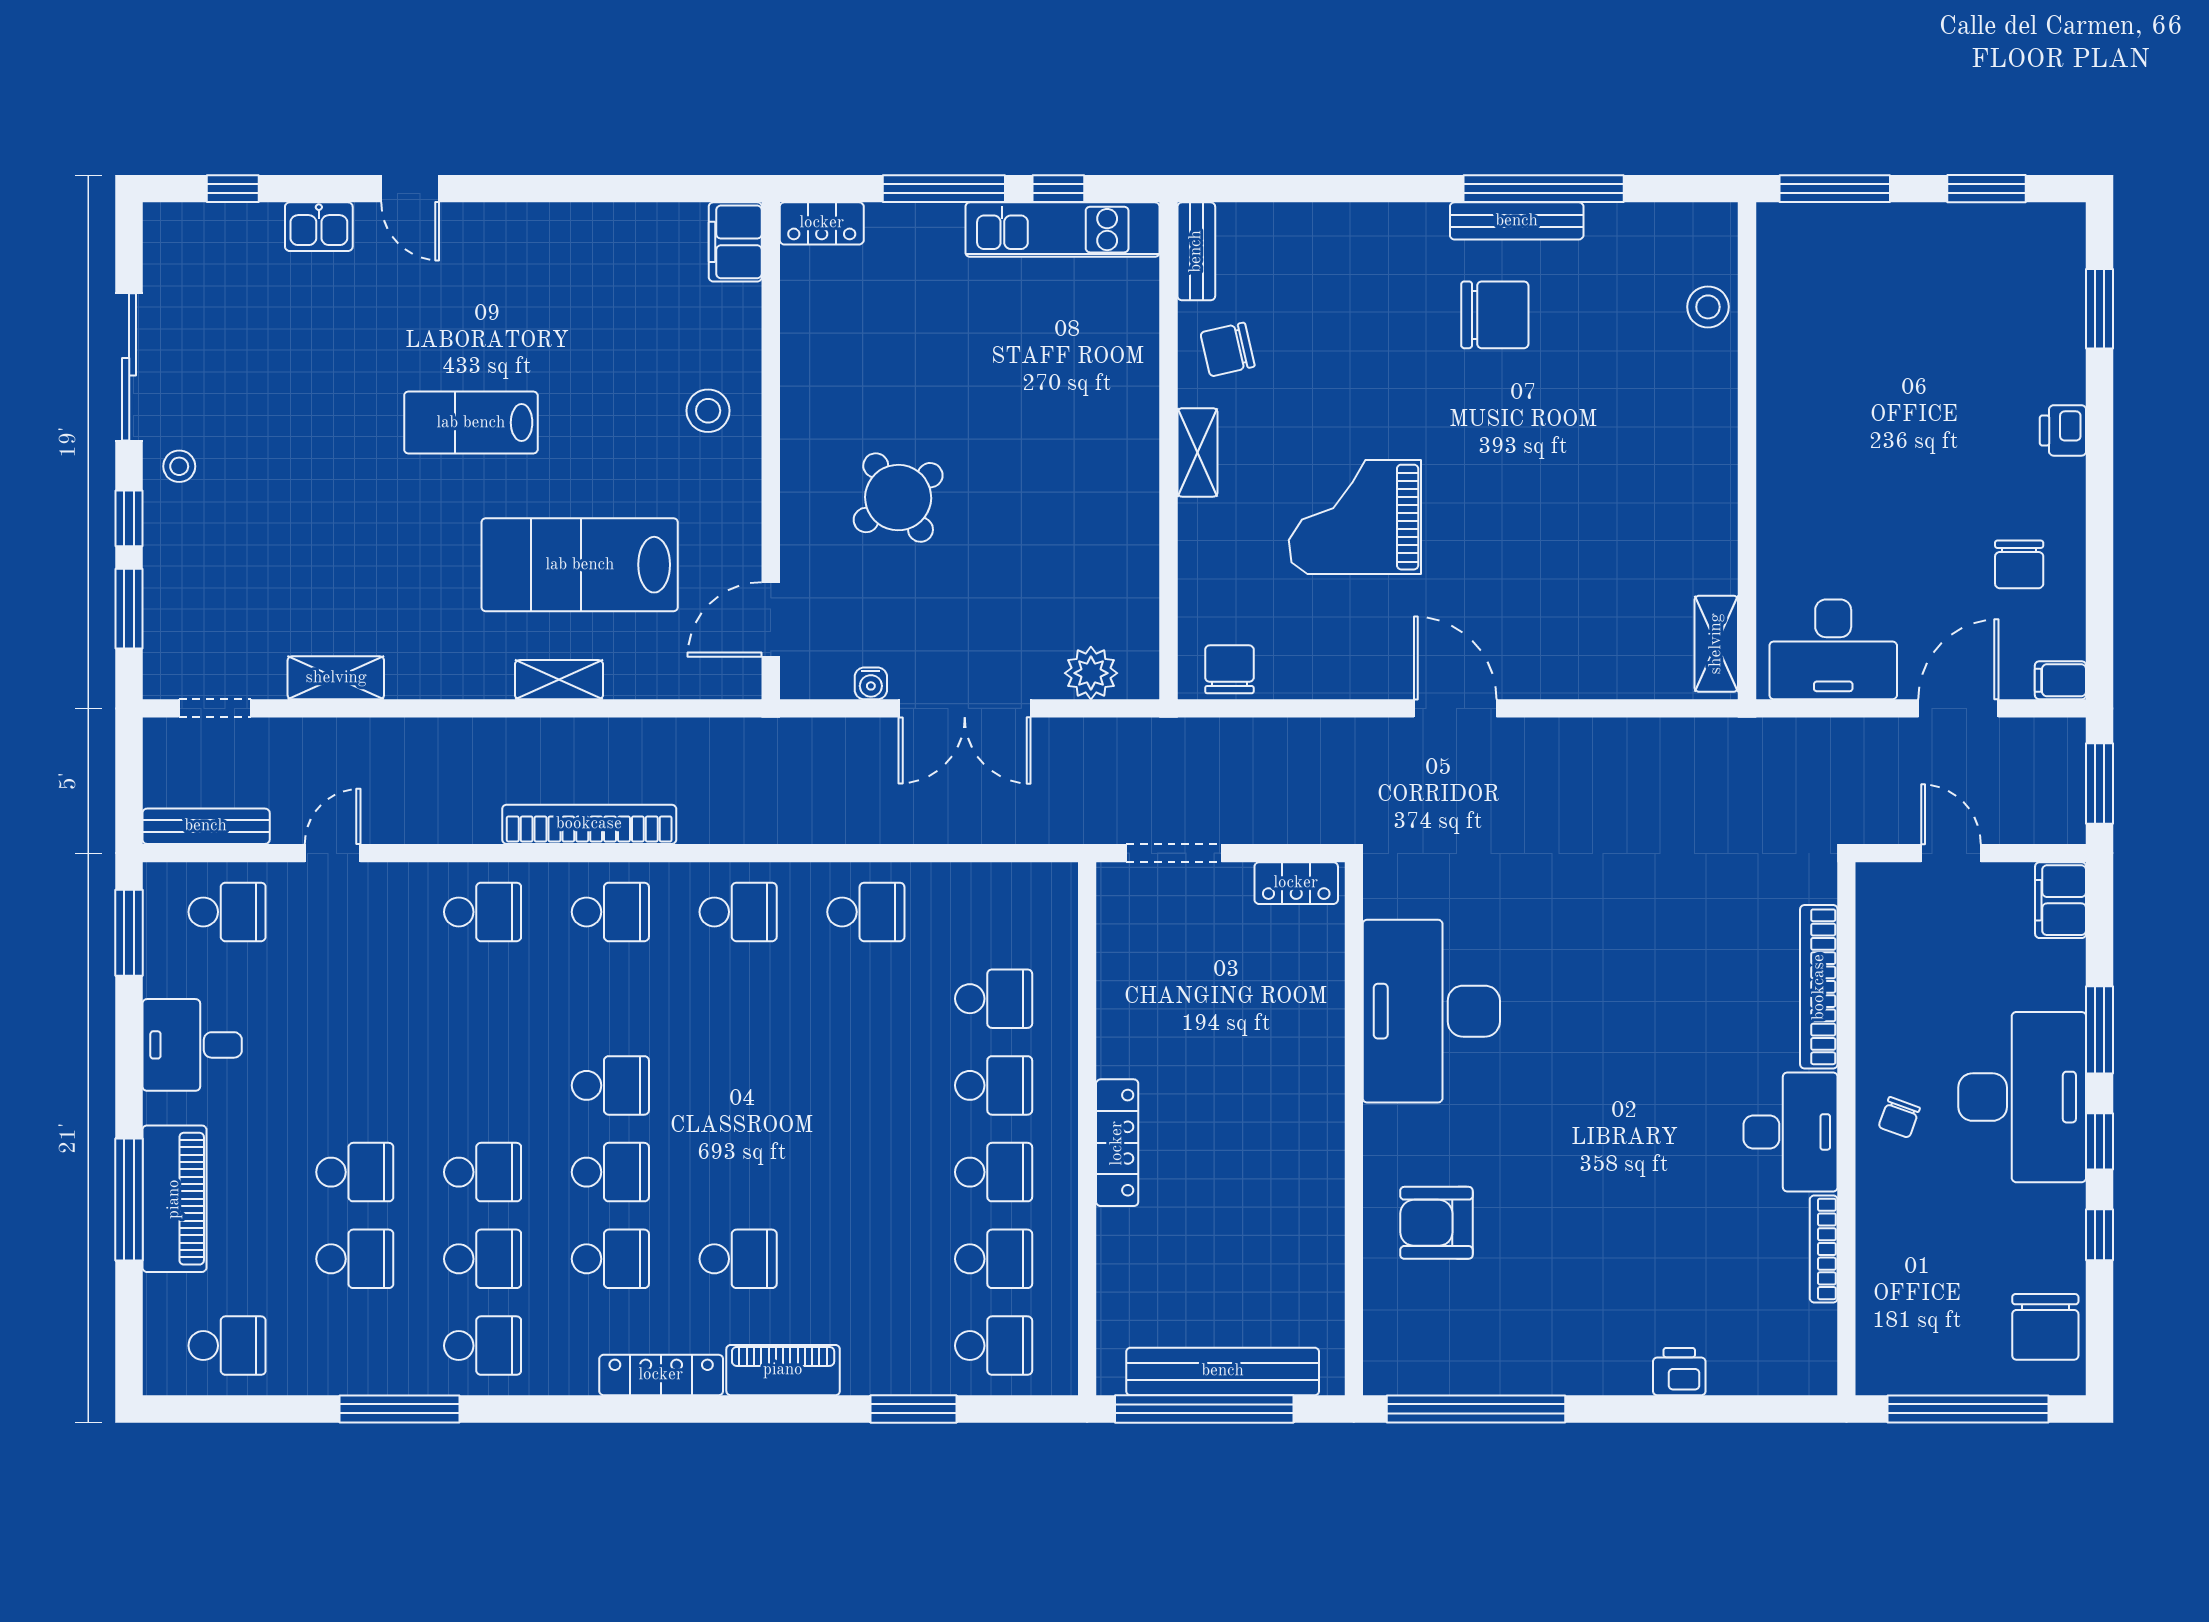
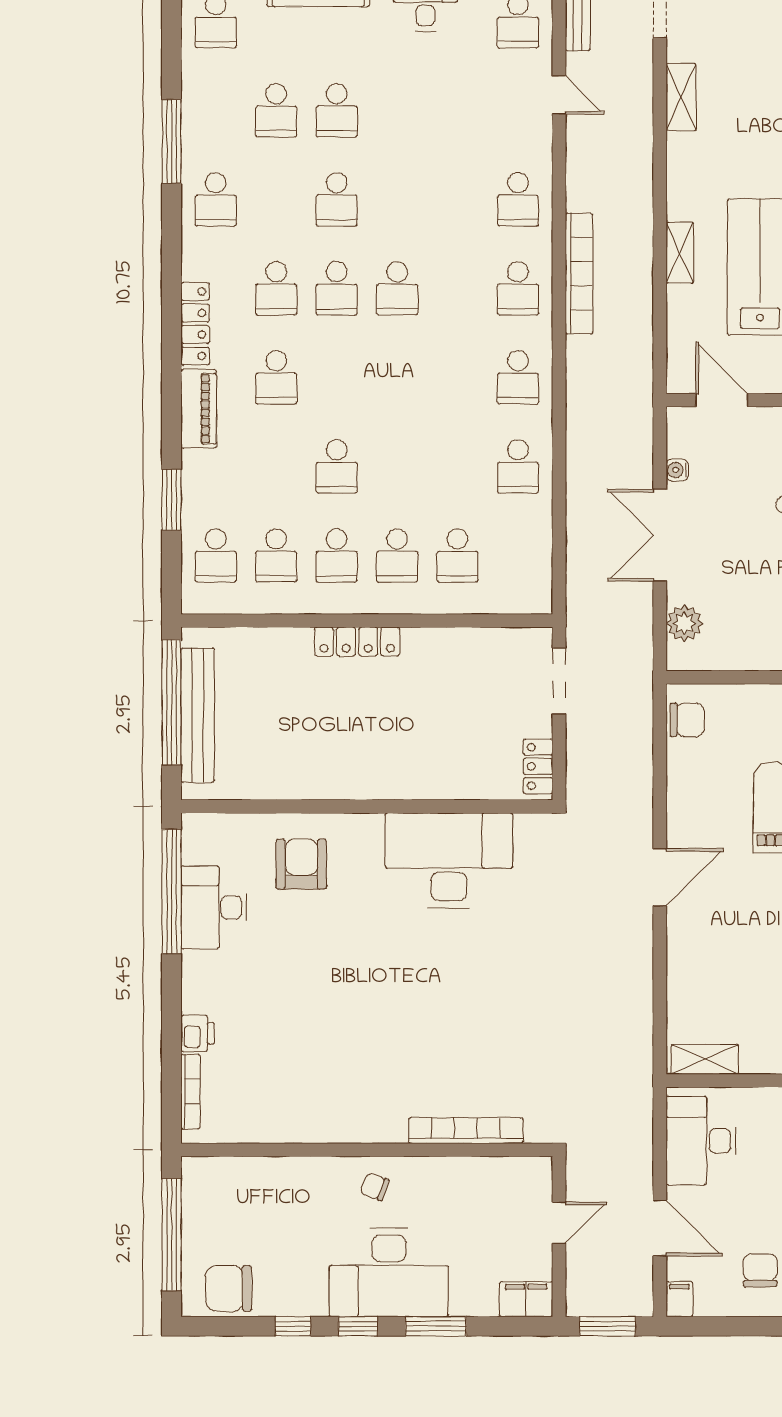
chair: (2019, 564) -> (760, 1270), turned 90
desk: (1791, 1132) -> (214, 907), moved, turned 90
bookcase: (1824, 1249) -> (191, 1092), moved, turned 90
school desk: (483, 1259) -> (337, 466), moved

